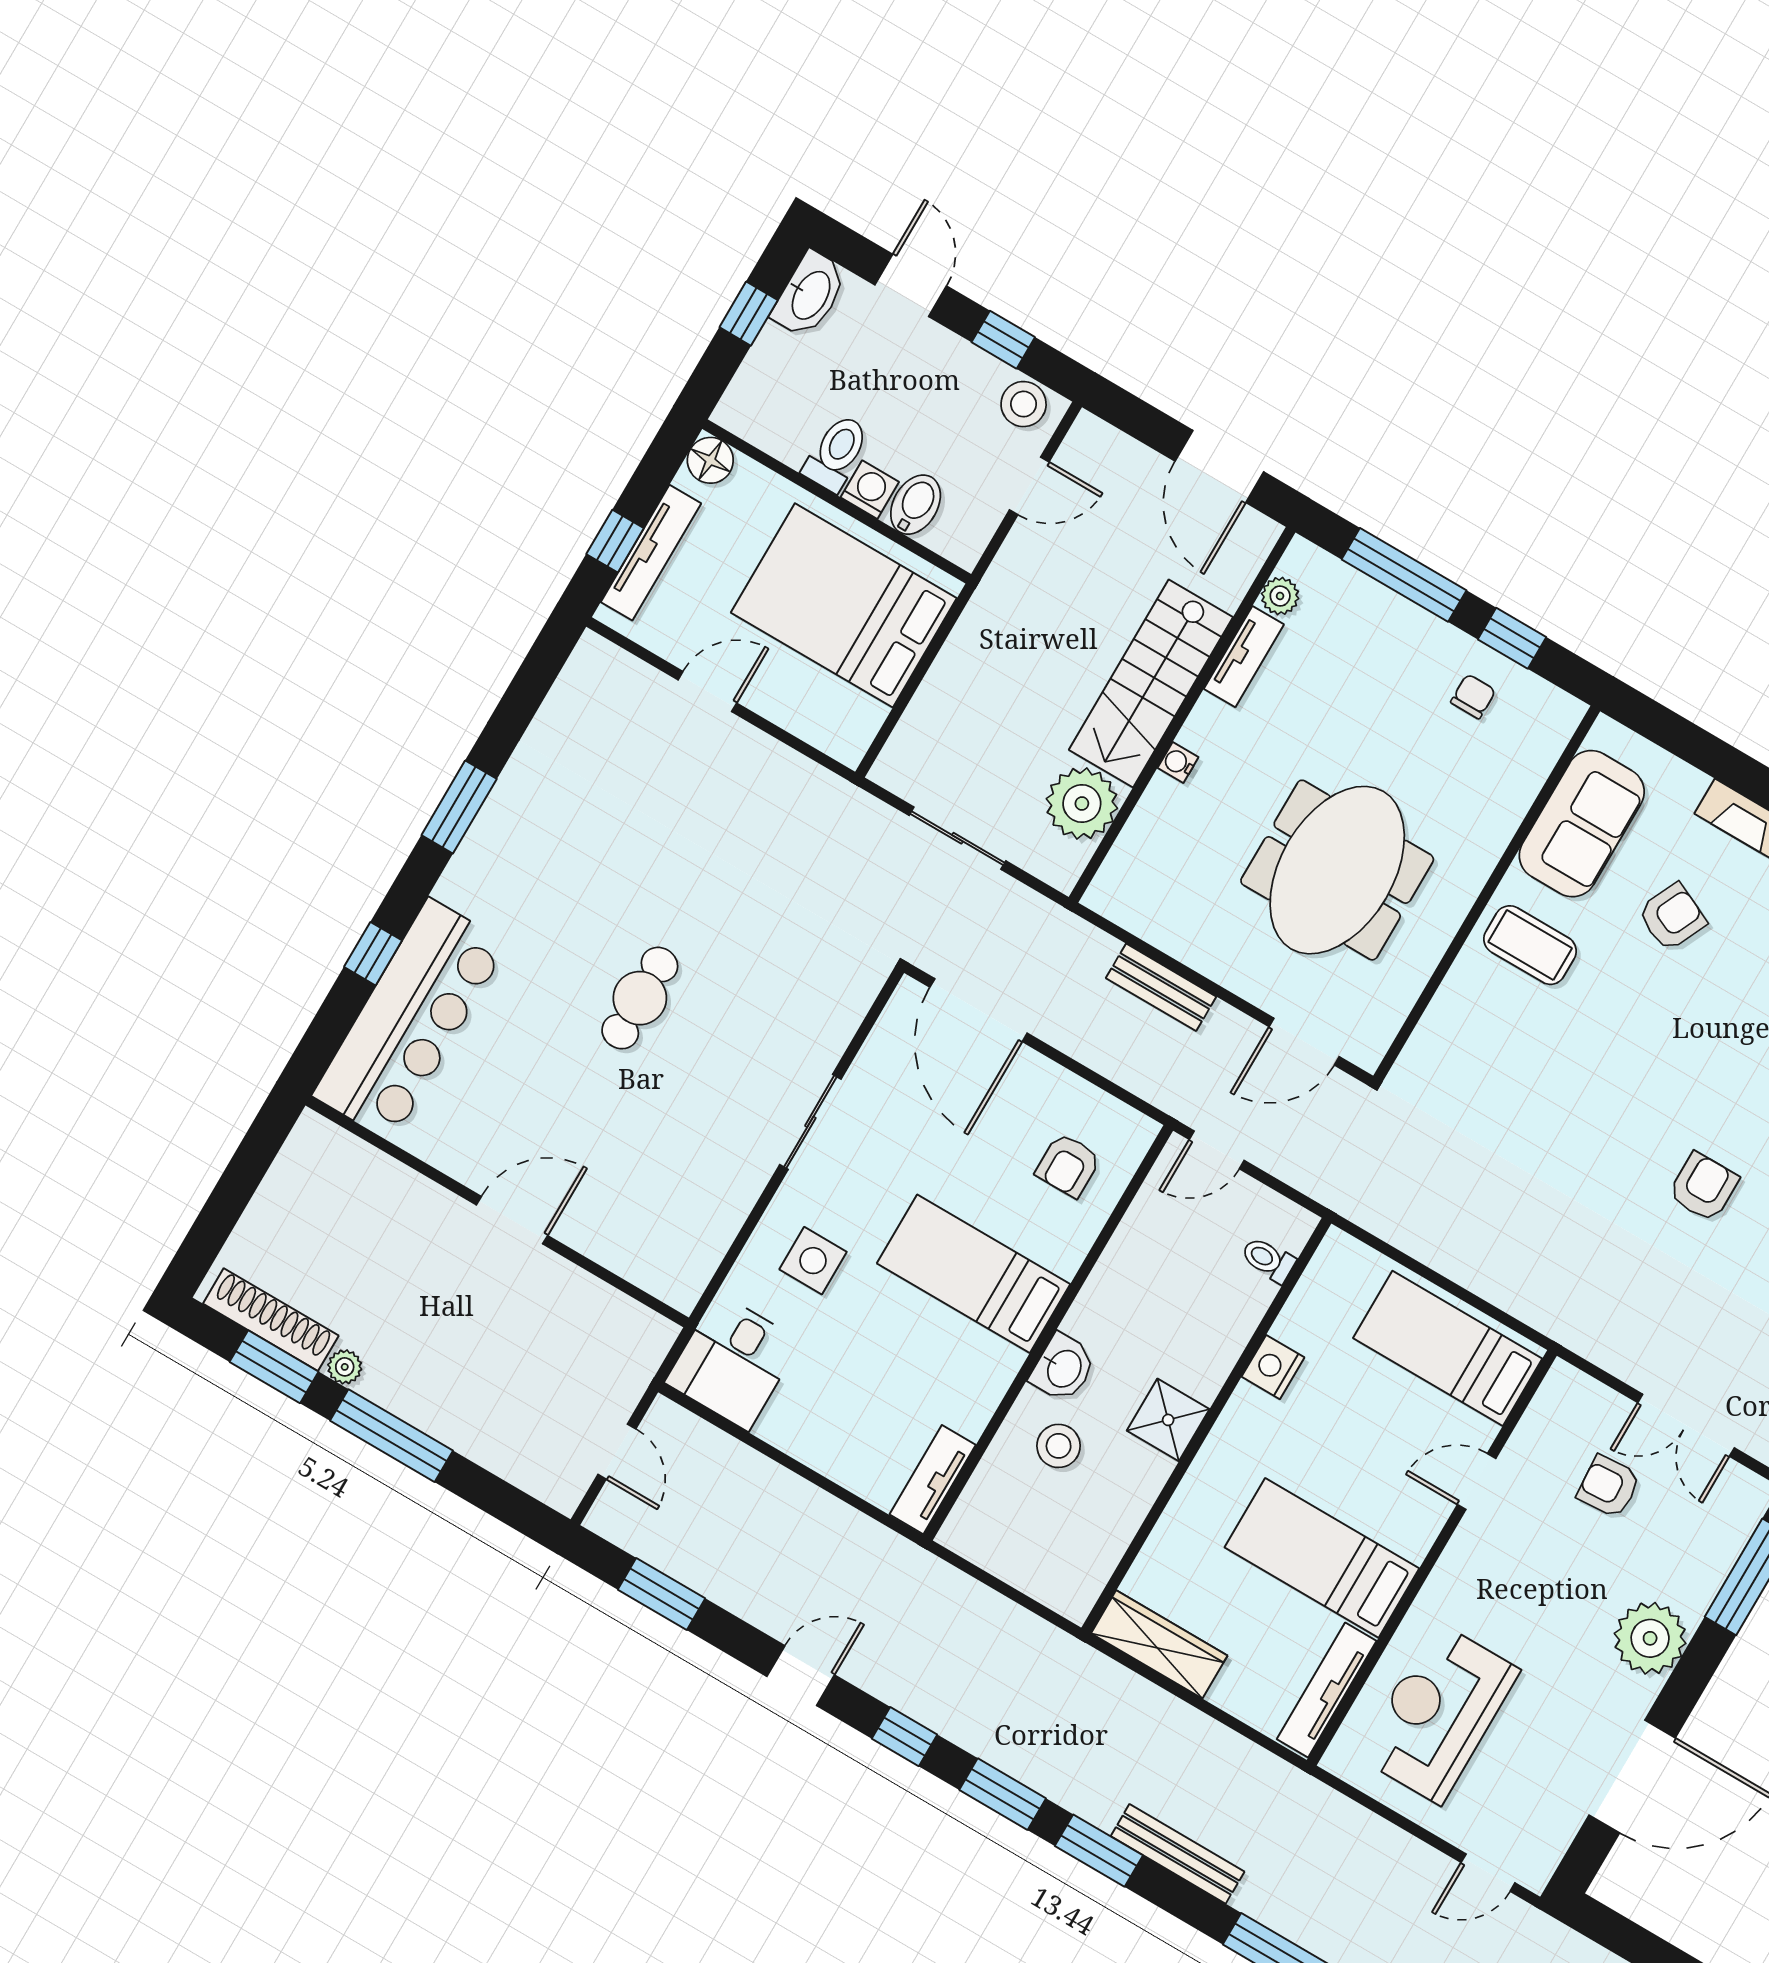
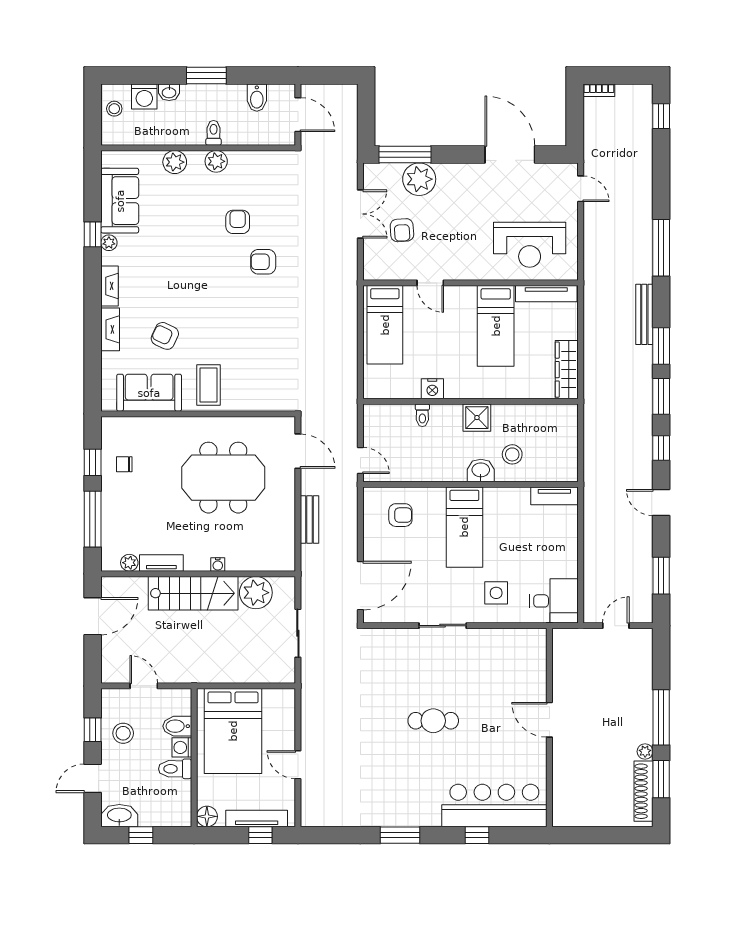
stool: (1024, 404) -> (123, 733), moved
toilet: (1268, 1260) -> (422, 415), moved
plant: (1650, 1638) -> (419, 179), moved

